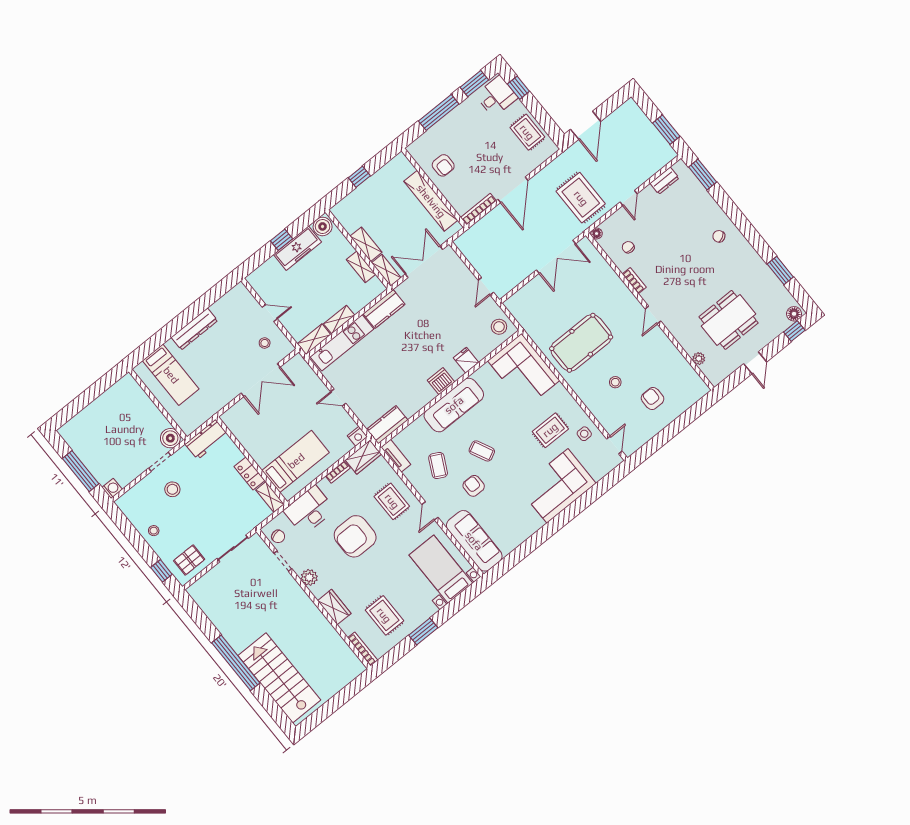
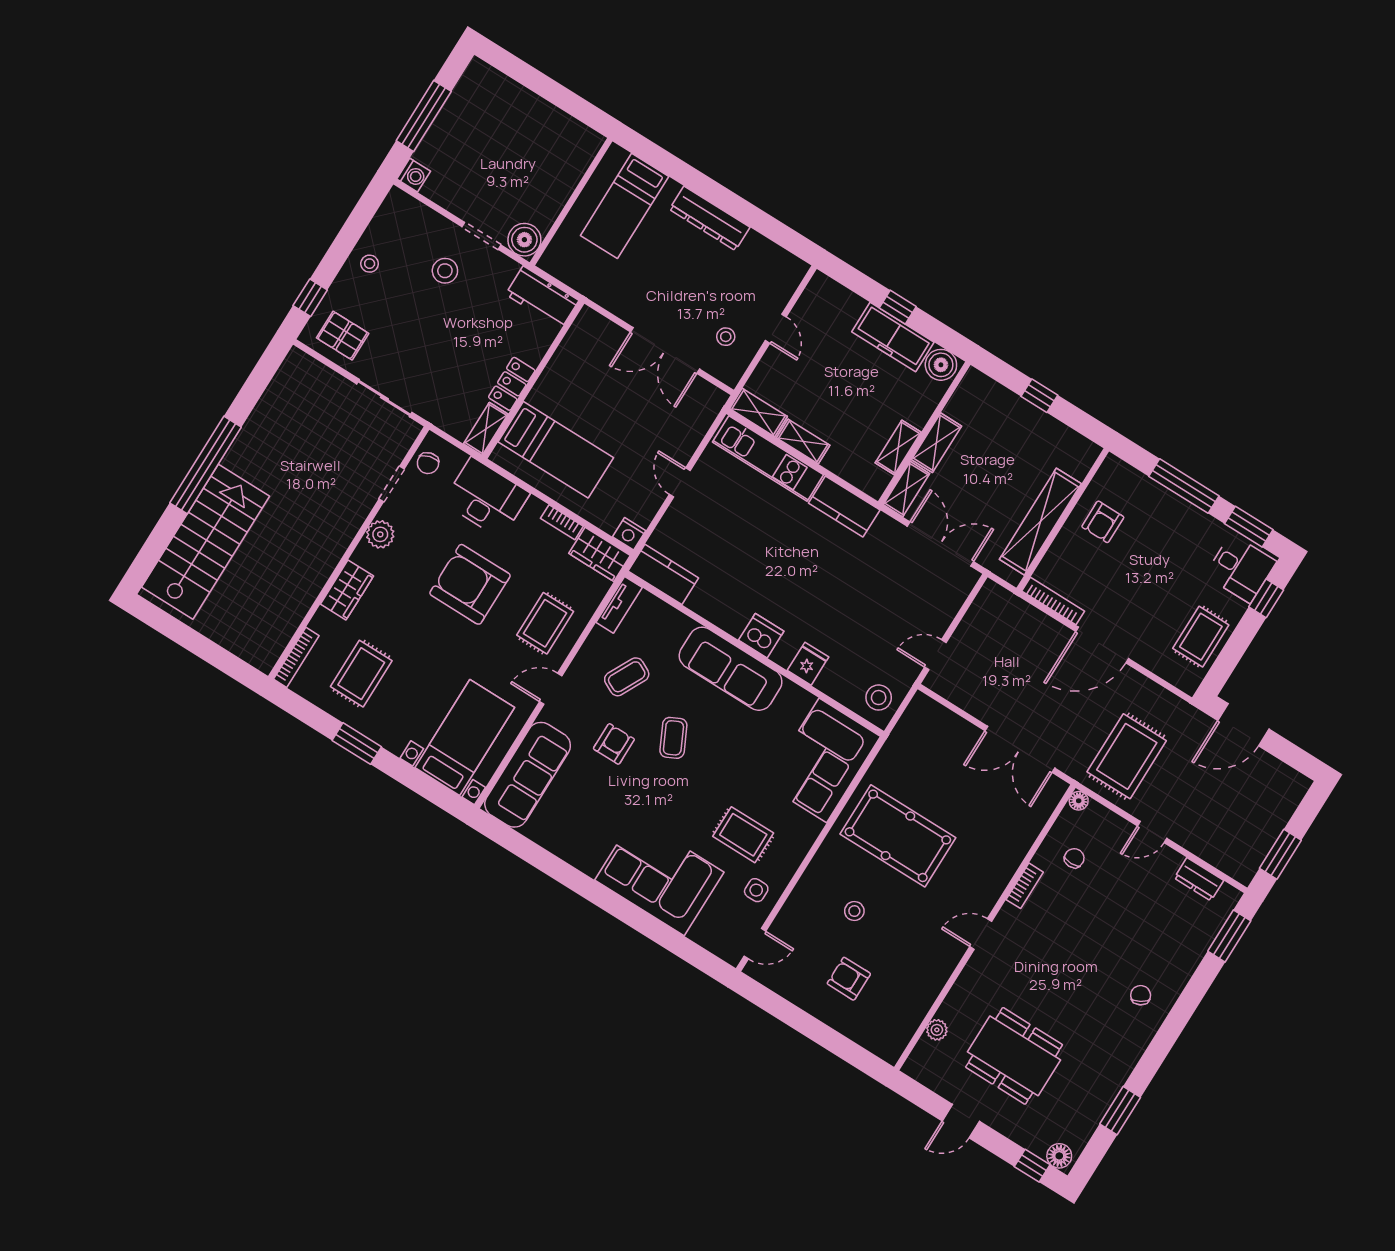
armchair: (653, 398) -> (849, 979), turned -90

